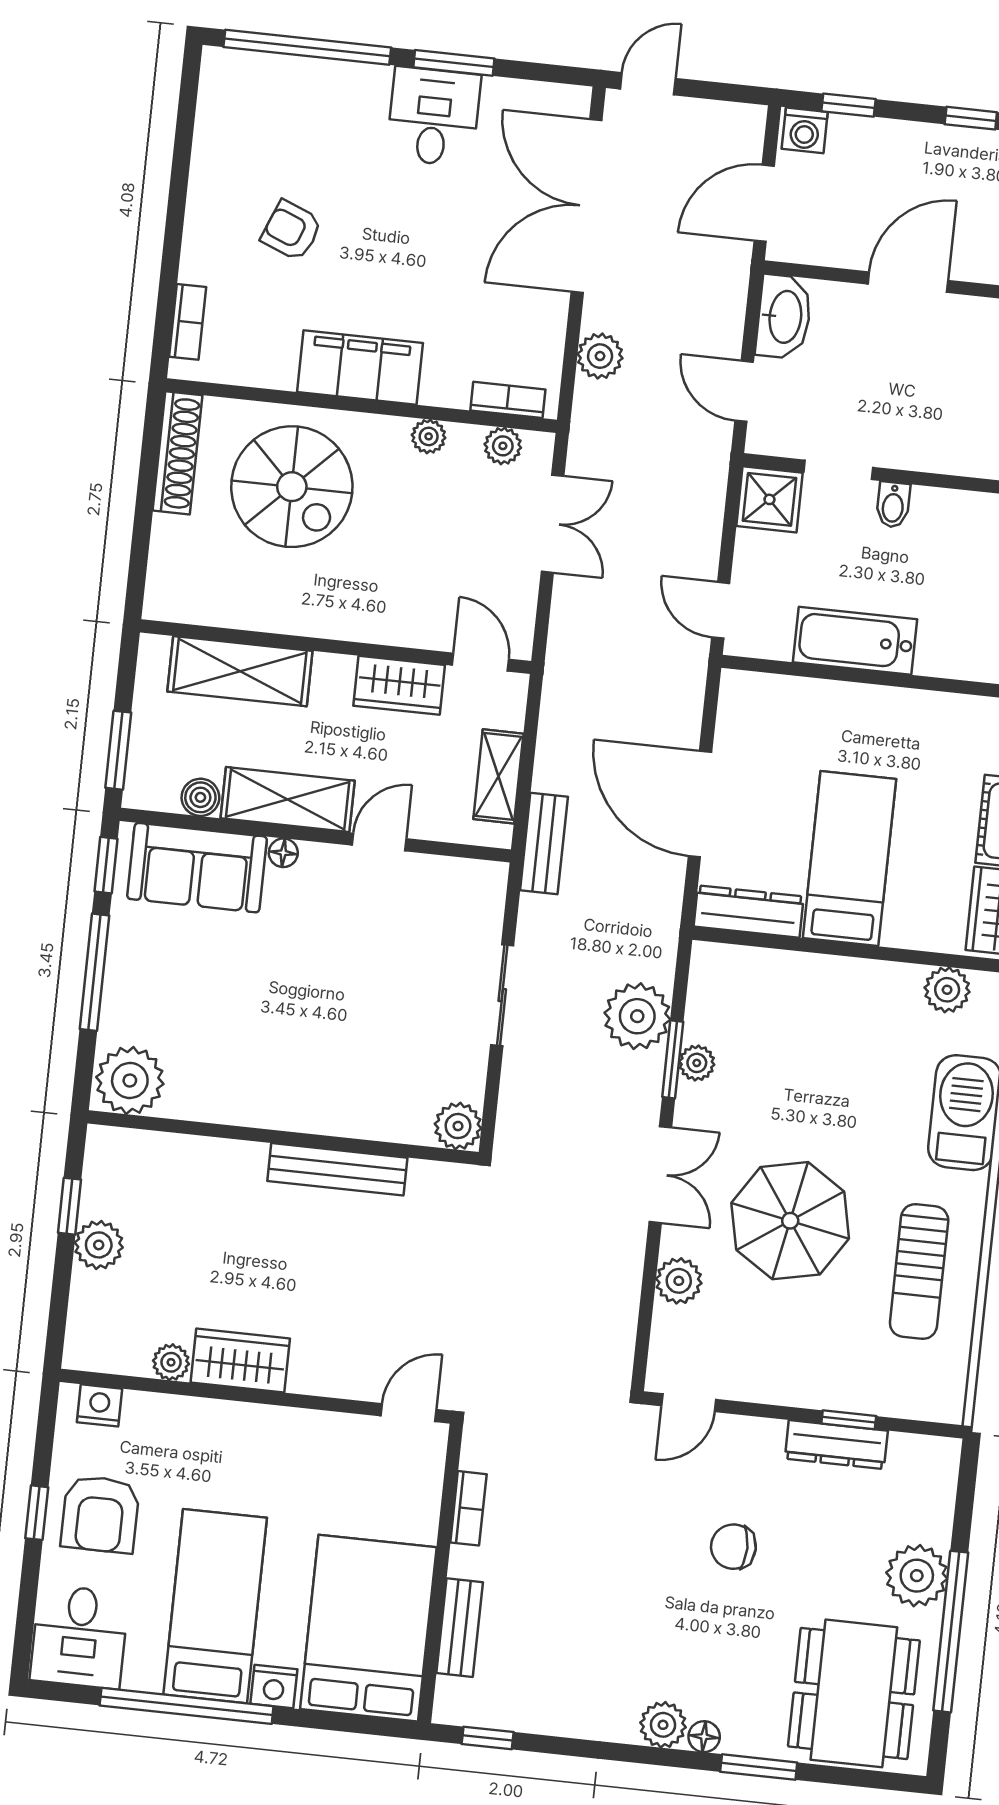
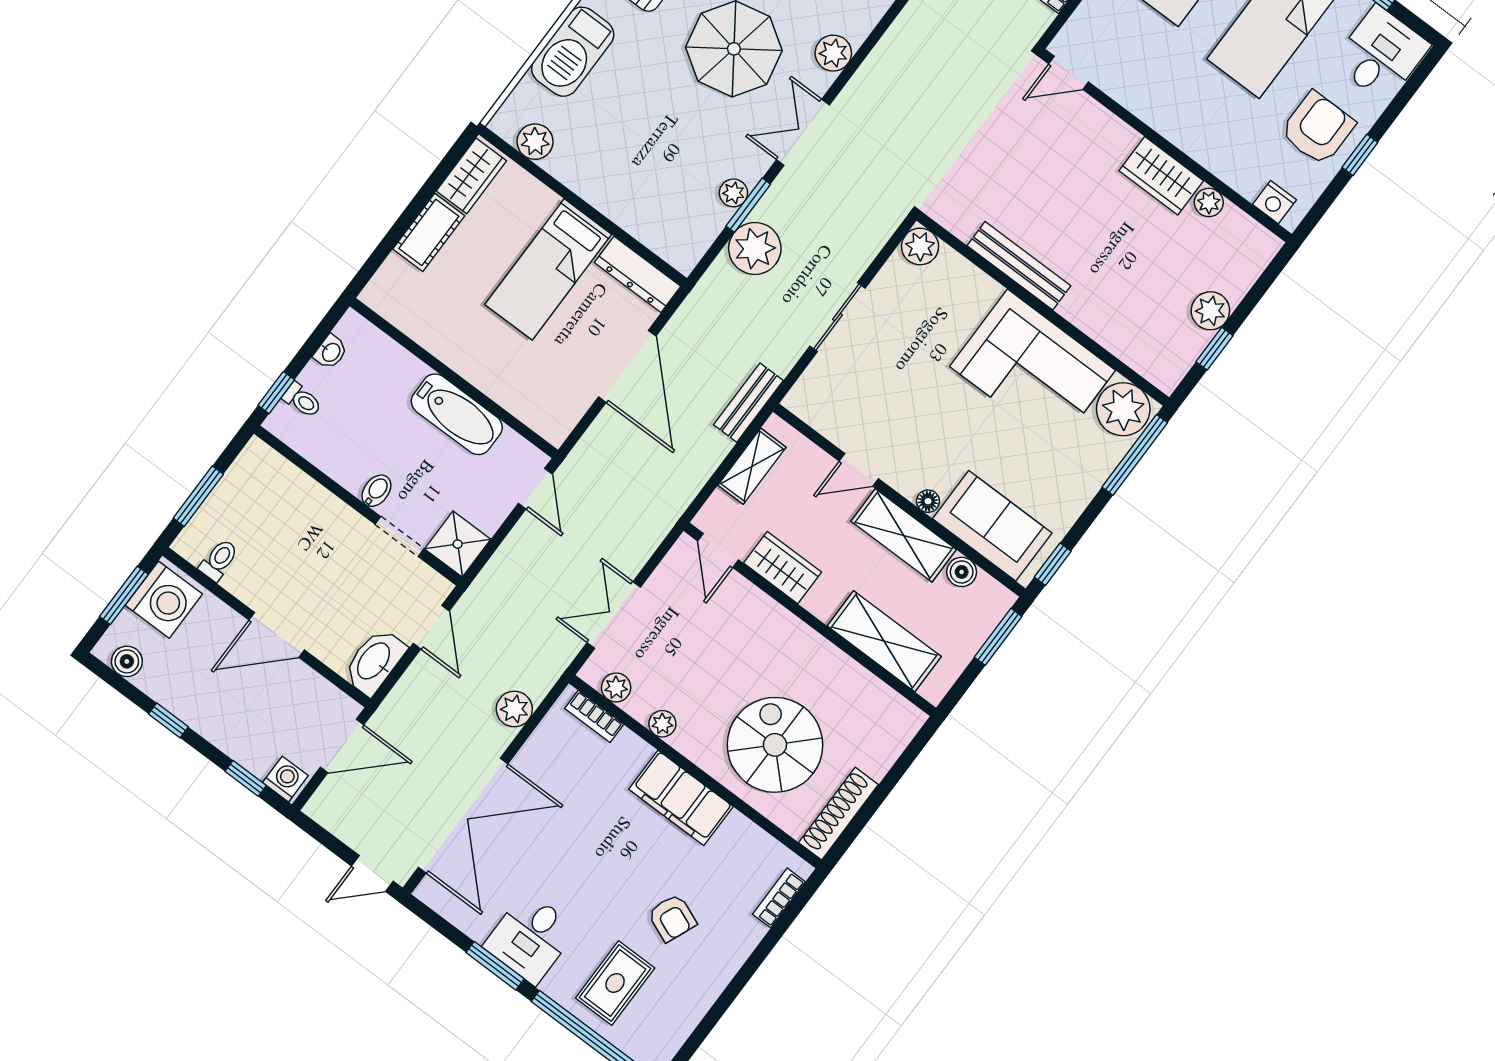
rug: (311, 122) -> (615, 983), added
window: (95, 972) -> (1135, 455), moved
corner sofa: (256, 1066) -> (1033, 368), added

